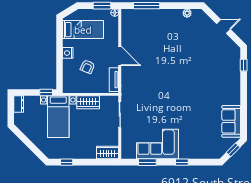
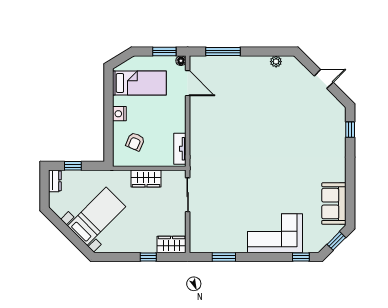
door: (120, 56) -> (188, 83), moved
armchair: (87, 67) -> (135, 142), moved
window: (46, 93) -> (73, 166), moved
bed with nightstands: (58, 117) -> (97, 216), moved, turned -135
corner sofa: (158, 144) -> (275, 233), moved
window: (67, 162) -> (148, 257), moved
window: (182, 162) -> (301, 257), moved

